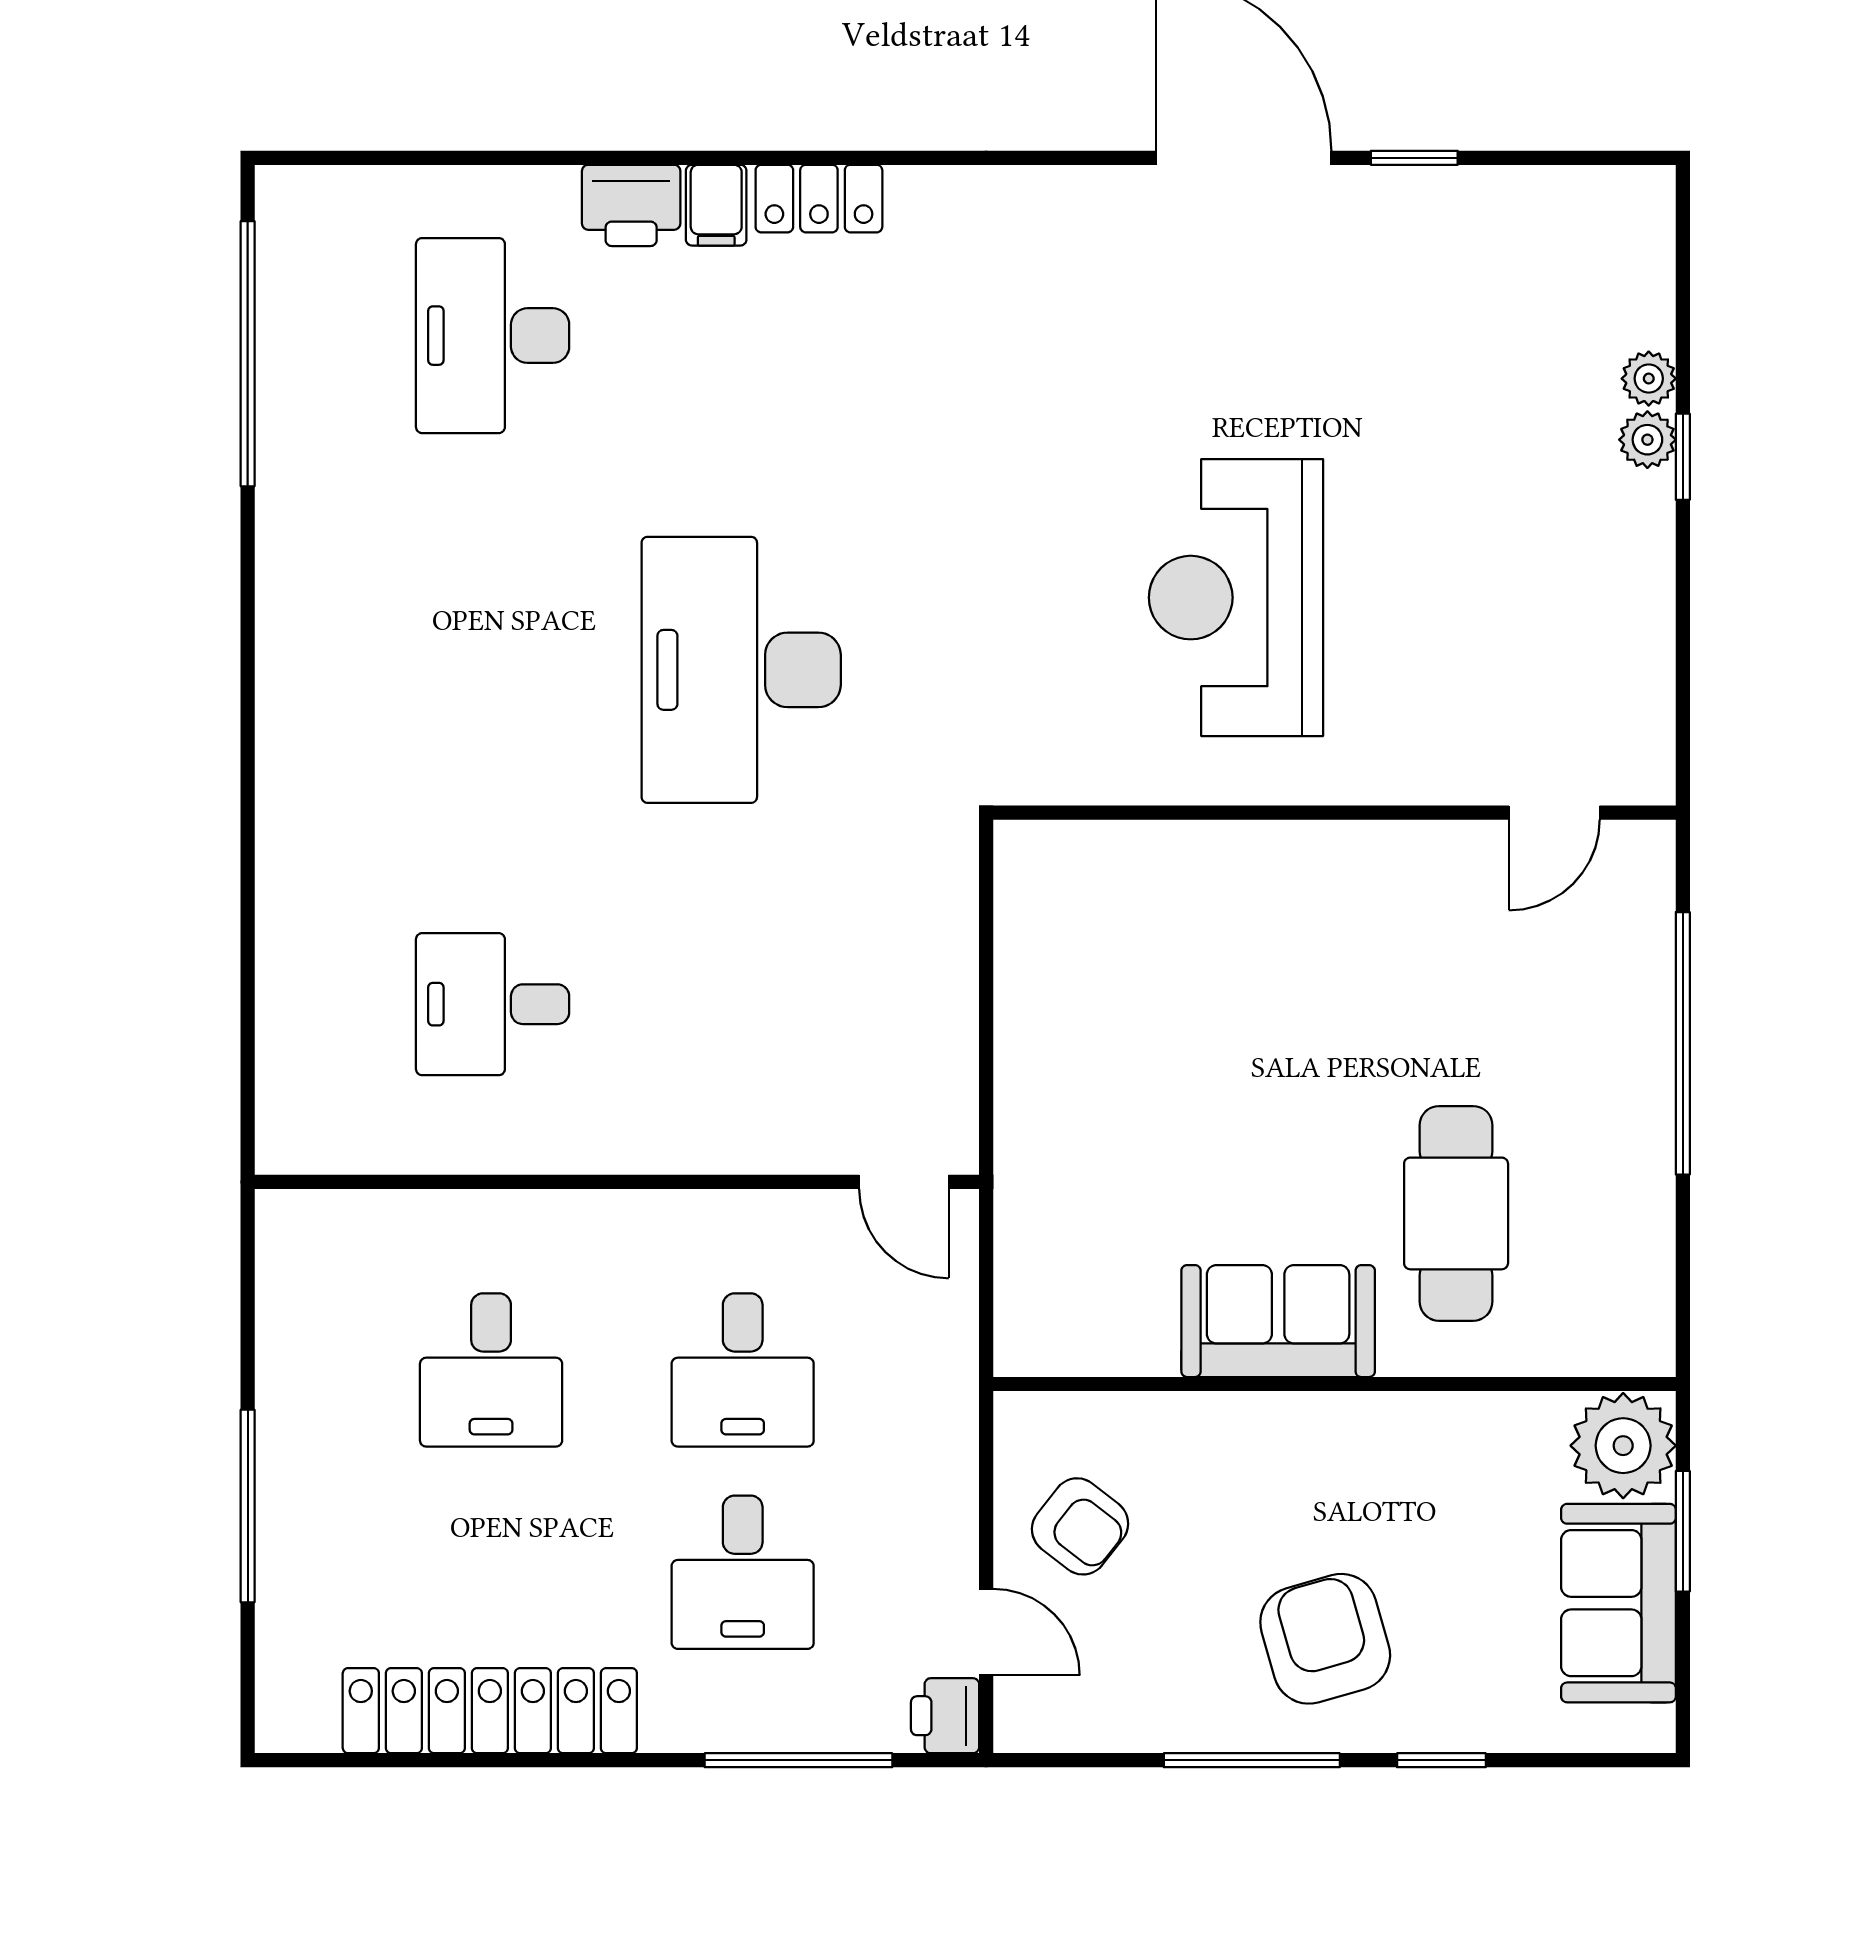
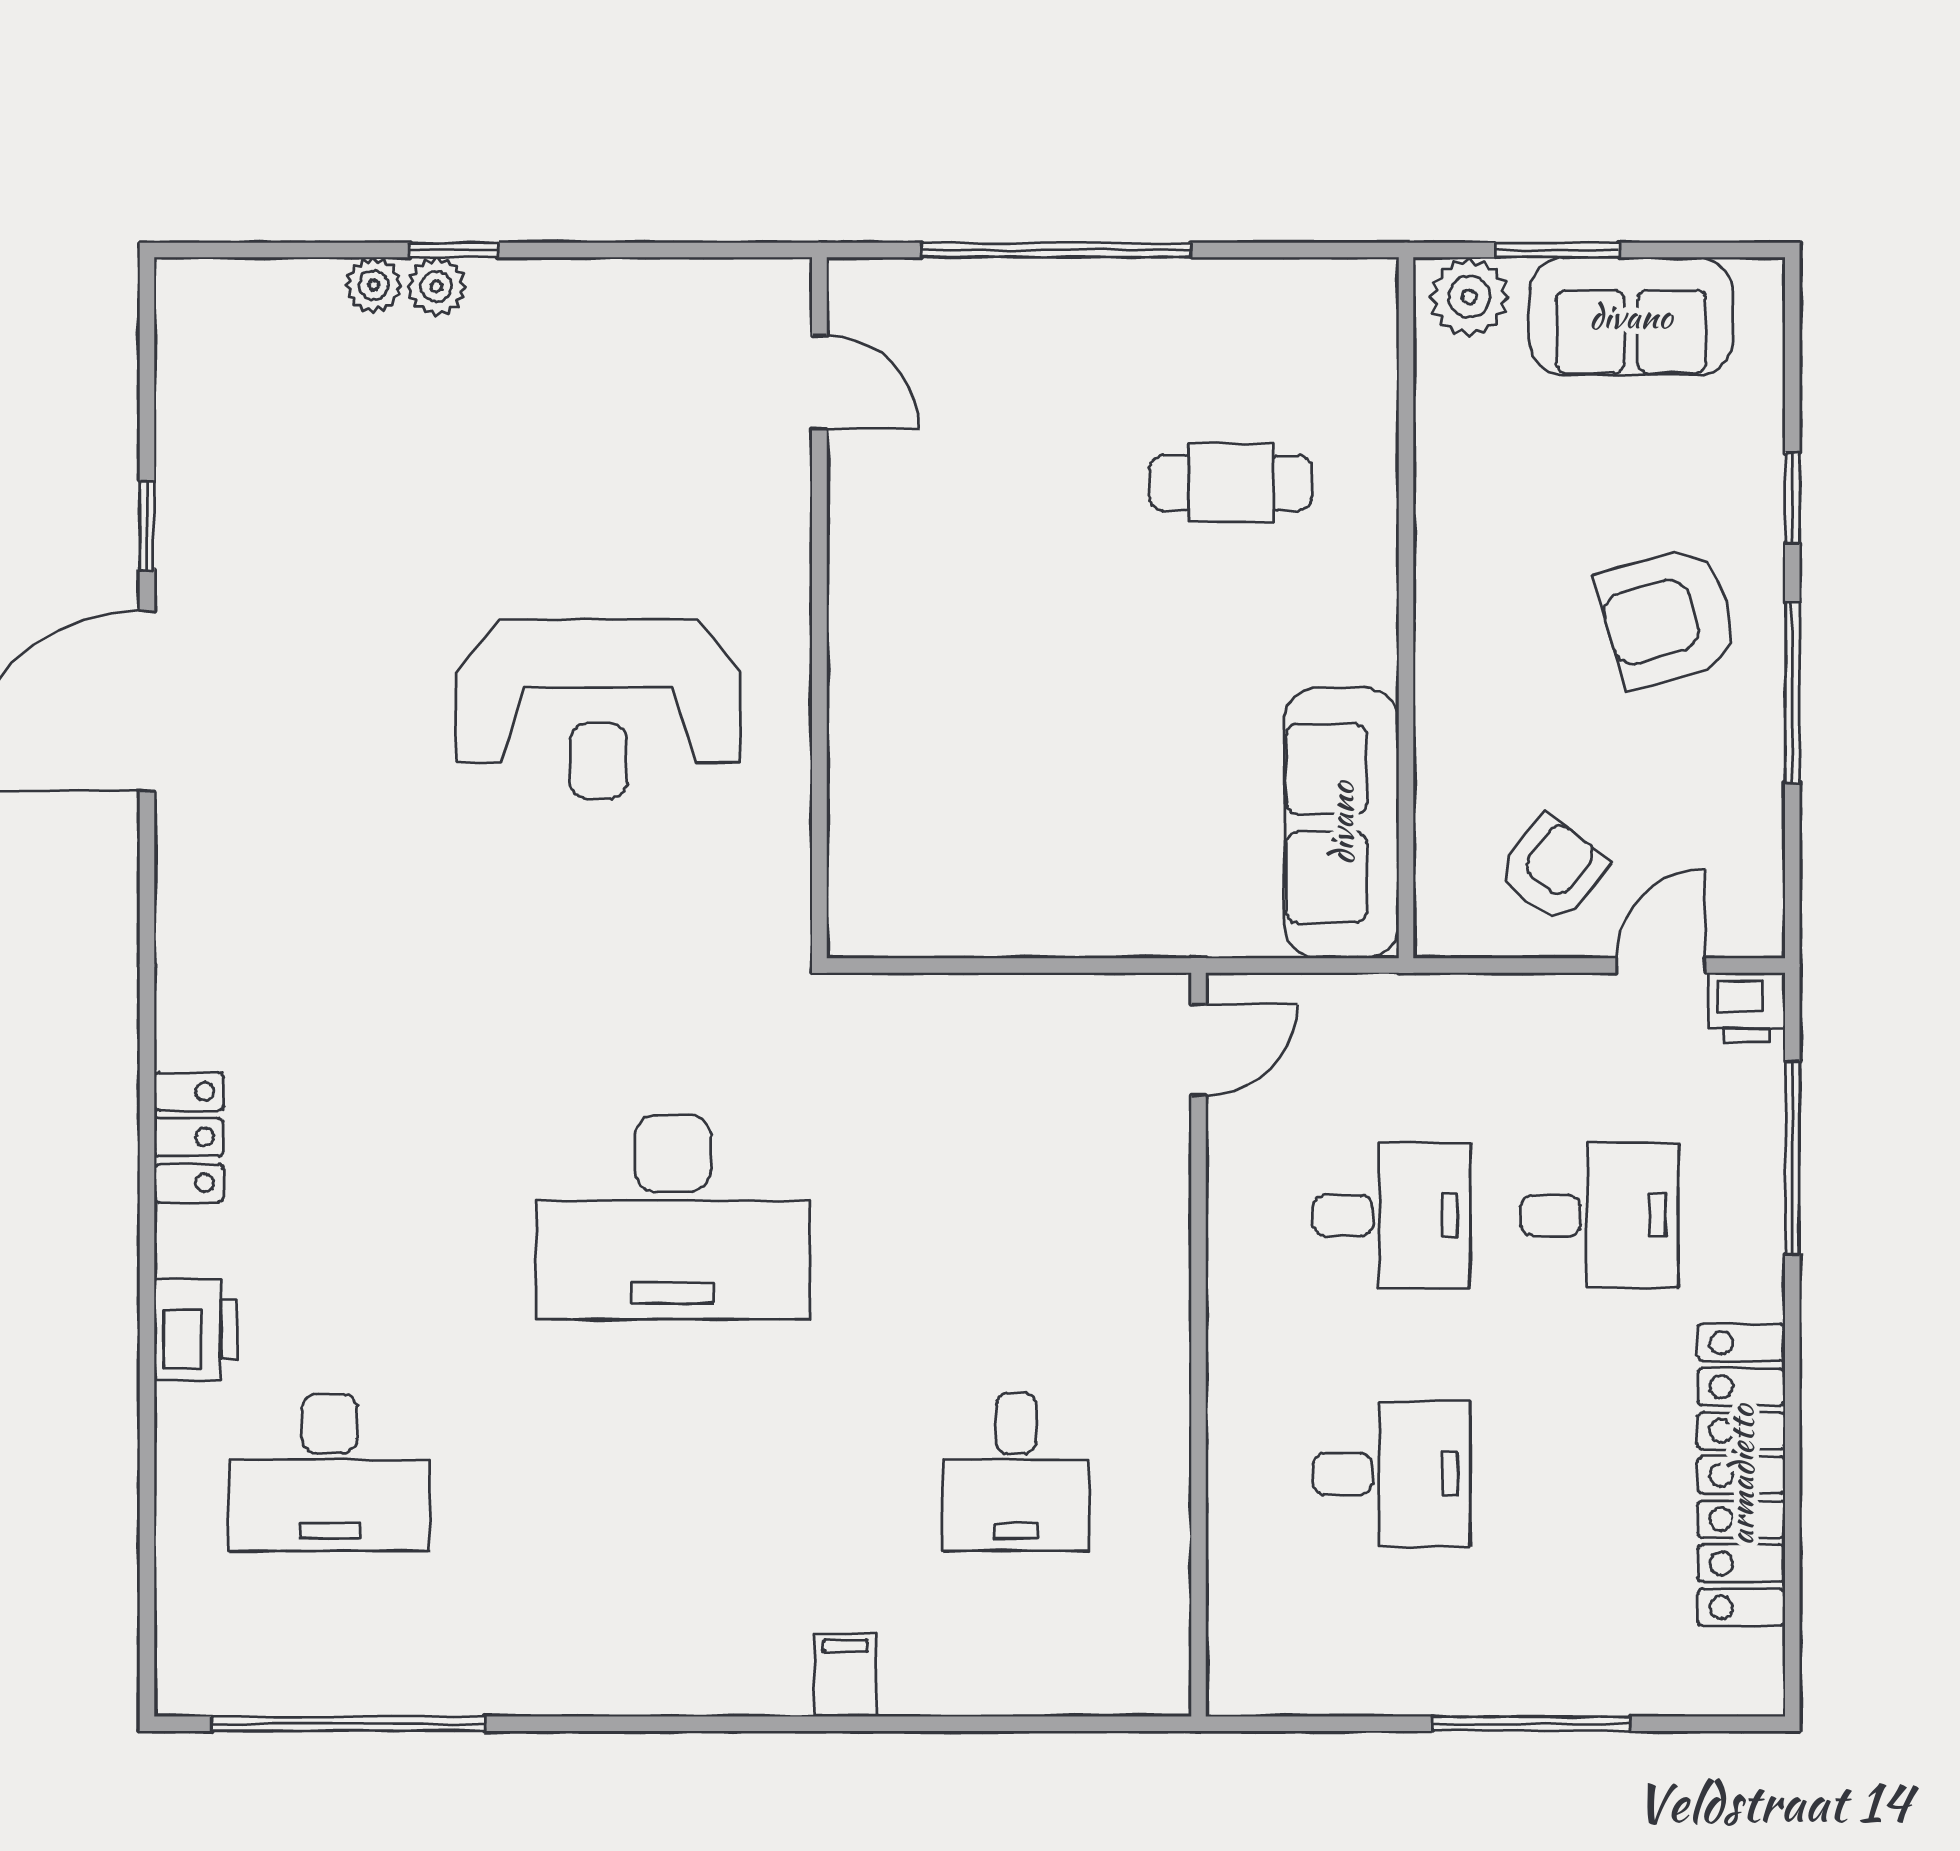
filing cabinet: (716, 205) -> (845, 1675), moved, turned -90
cafe table: (1456, 1213) -> (1231, 483), width x0.73, depth x0.74
sofa: (1278, 1321) -> (1341, 823), moved, width x1.36
plant: (1623, 1446) -> (1469, 297), width x0.73, depth x0.73

